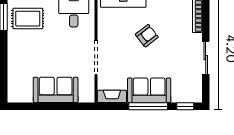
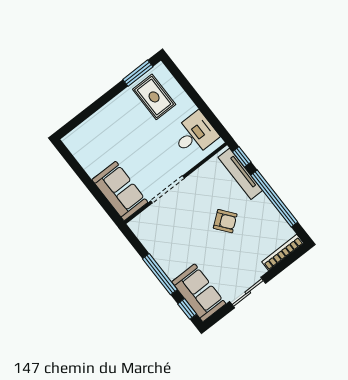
sofa: (56, 90) -> (120, 191), moved
sofa: (149, 90) -> (199, 293), moved
fireplace: (112, 96) -> (143, 233), removed

